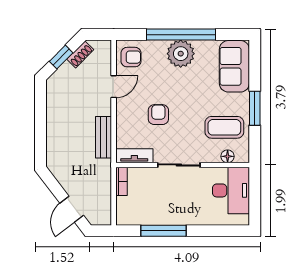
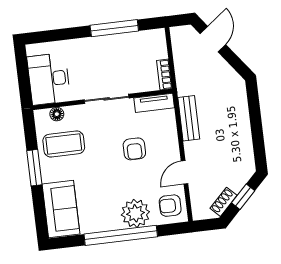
plant: (181, 54) -> (135, 213), moved

